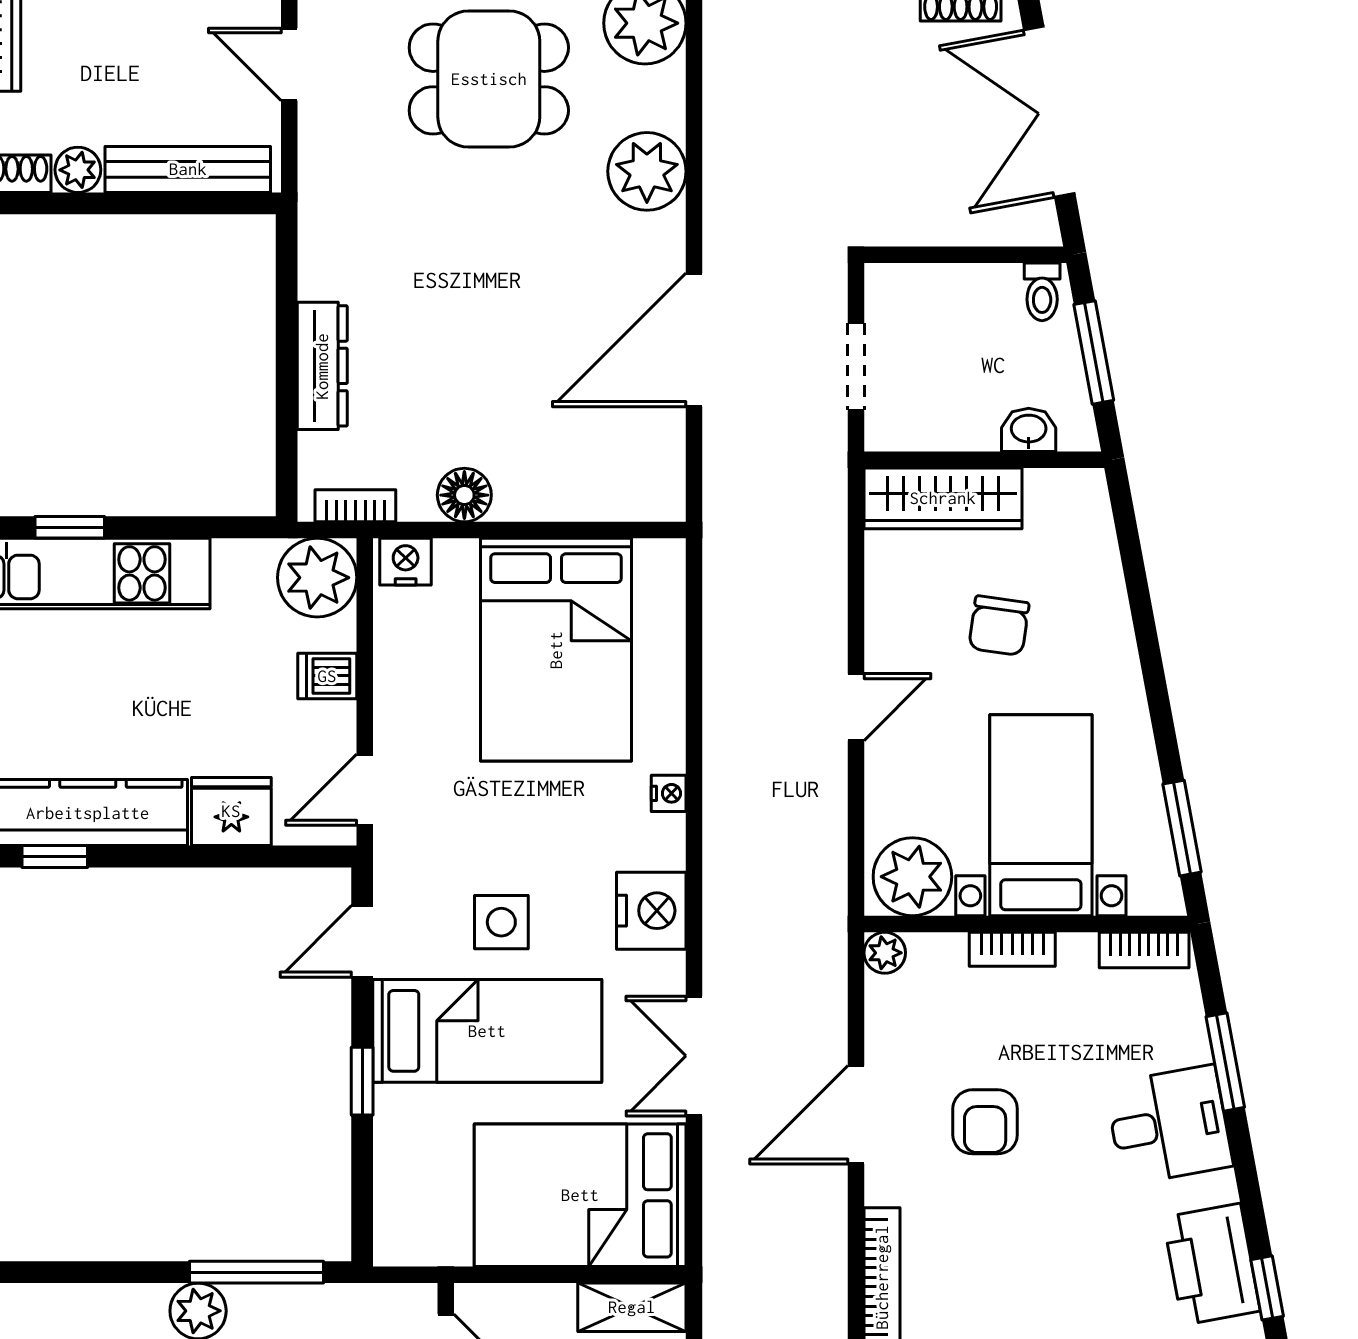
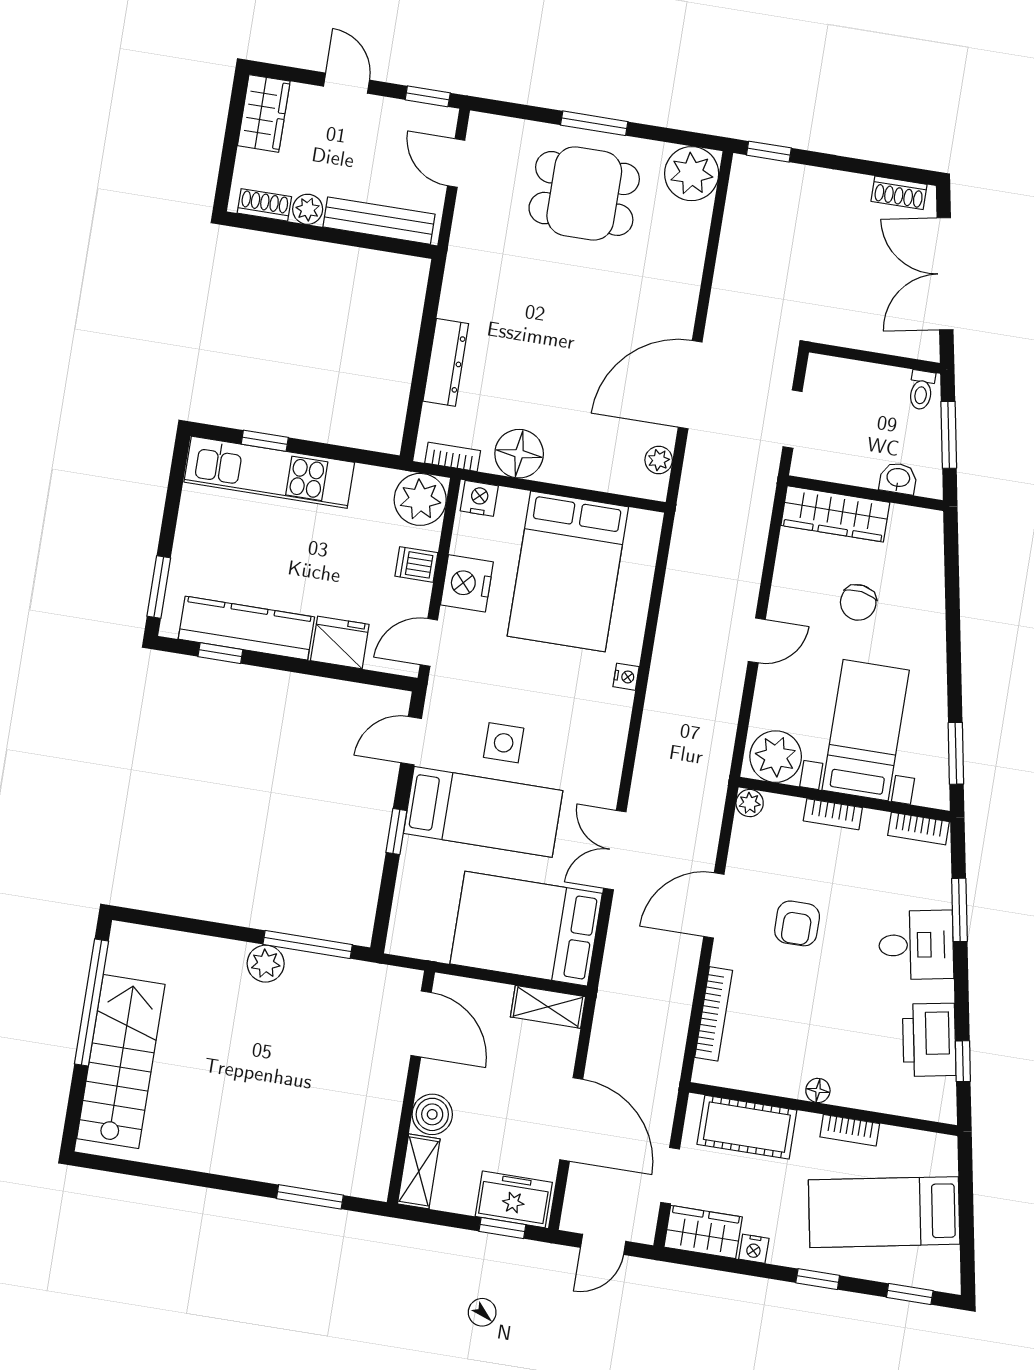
plant: (647, 171) -> (659, 460), moved, width x0.53, depth x0.53
floor lamp: (464, 495) -> (519, 454), width x1.38, depth x1.38
nightstand: (651, 911) -> (467, 583), moved, turned 180

